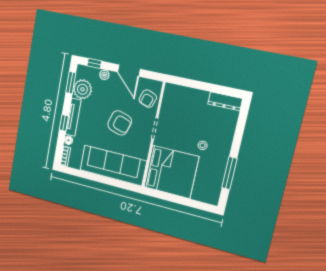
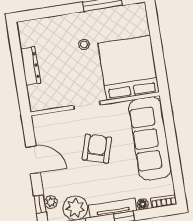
door: (129, 71) -> (33, 160), hinge flipped
plant: (104, 75) -> (51, 202), moved
armchair: (148, 99) -> (56, 126), removed
dresser: (225, 101) -> (30, 66), moved

